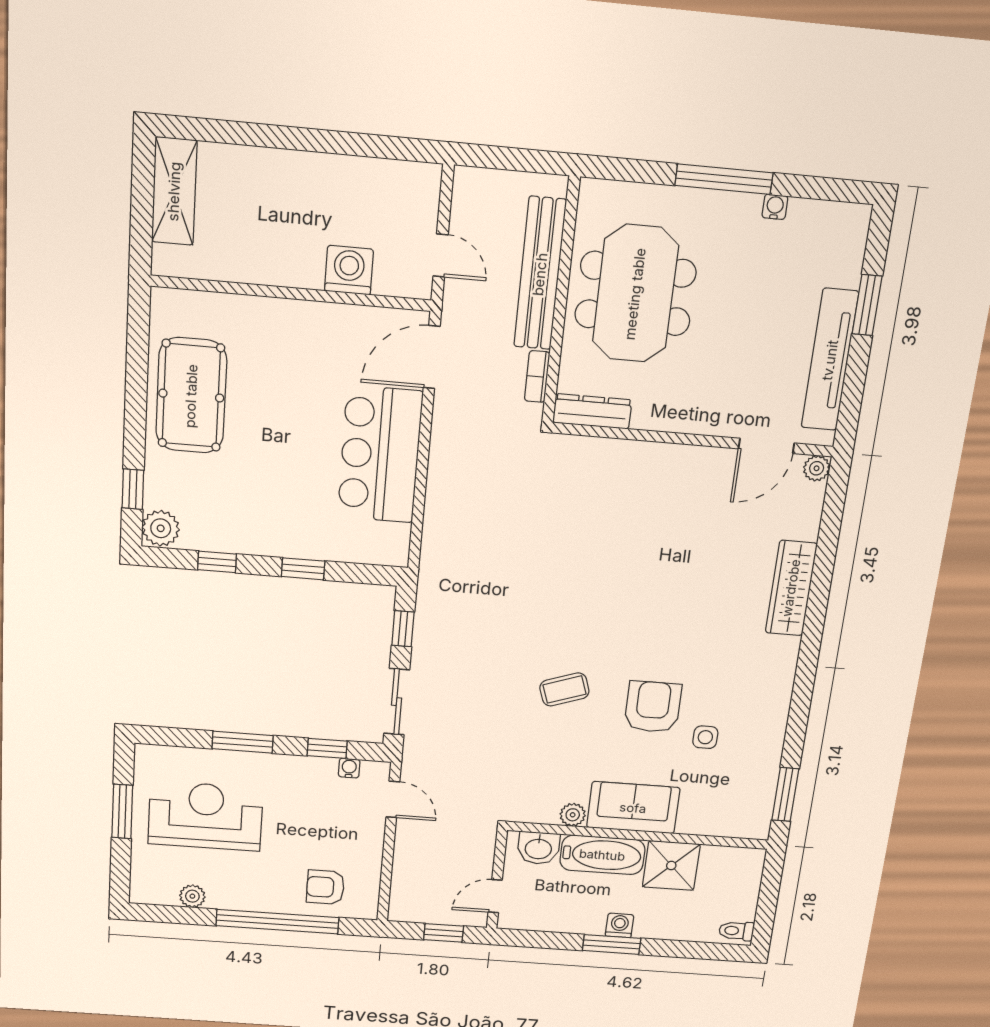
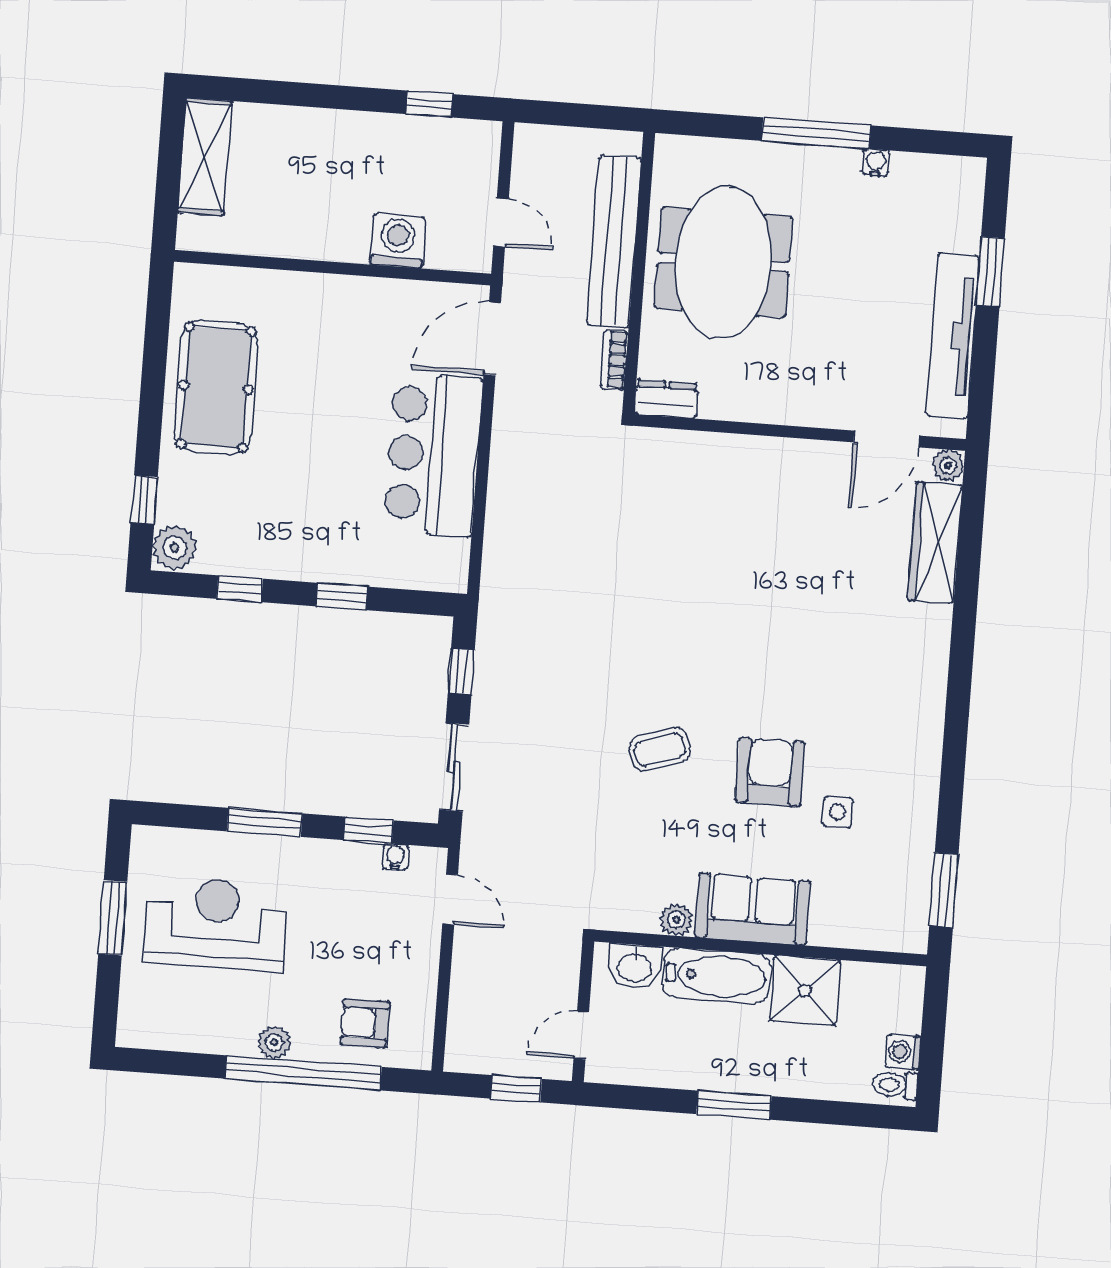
window: (377, 146) -> (429, 104), added
dresser: (592, 411) -> (666, 399), width x0.70
wardrobe: (791, 588) -> (935, 543), moved
plant: (192, 896) -> (274, 1042), moved
washing machine: (620, 925) -> (903, 1052), moved, turned -90

